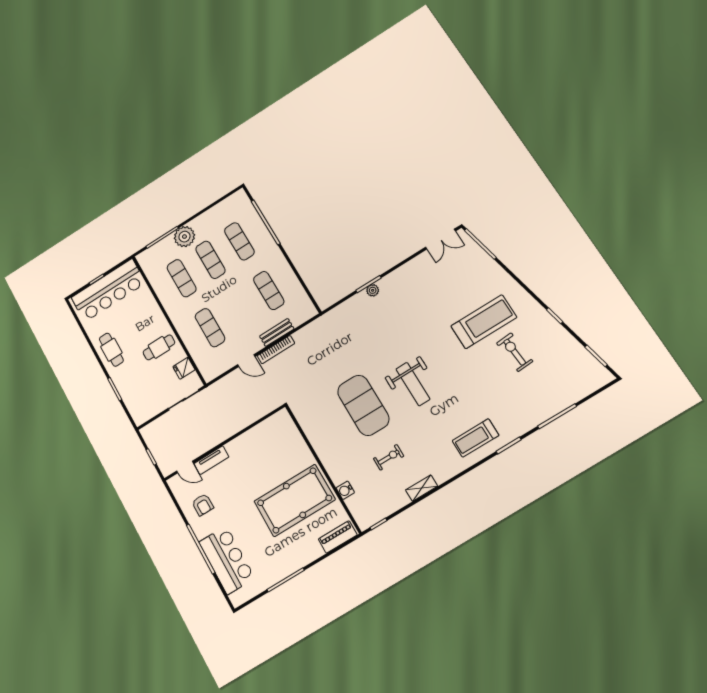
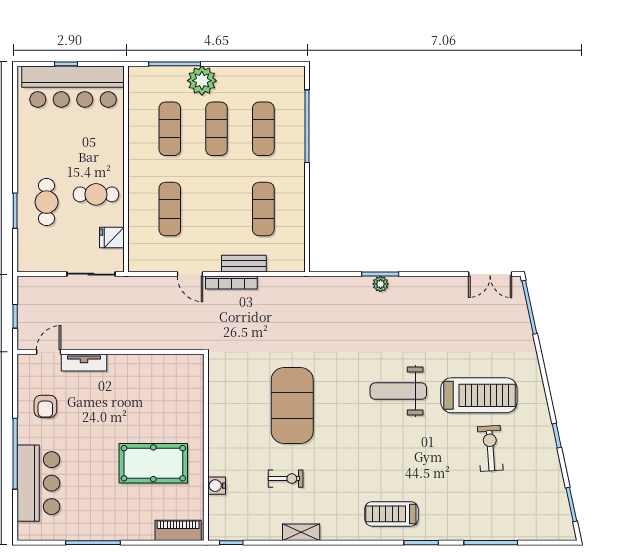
cafe table: (111, 350) -> (47, 202), moved
weight bench: (413, 384) -> (398, 391), moved, turned 90
door: (185, 467) -> (49, 352), swing flipped
pool table: (294, 500) -> (153, 463), width x0.73, depth x0.76

